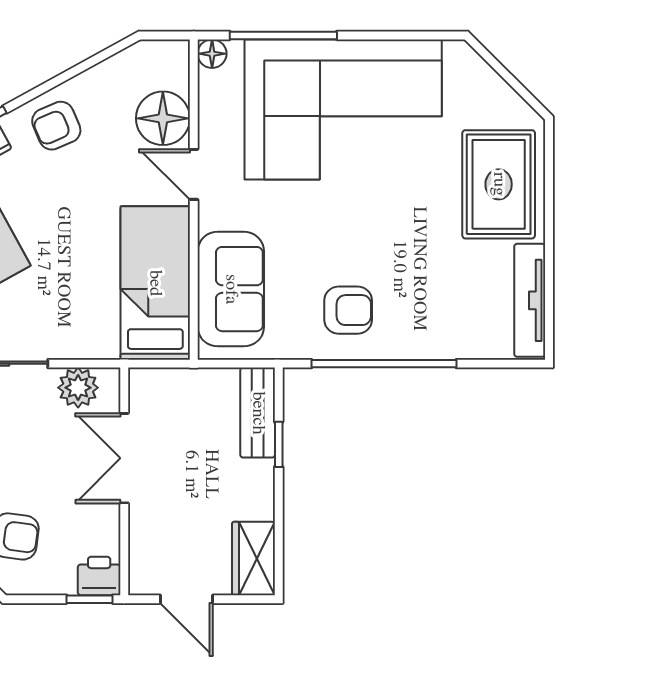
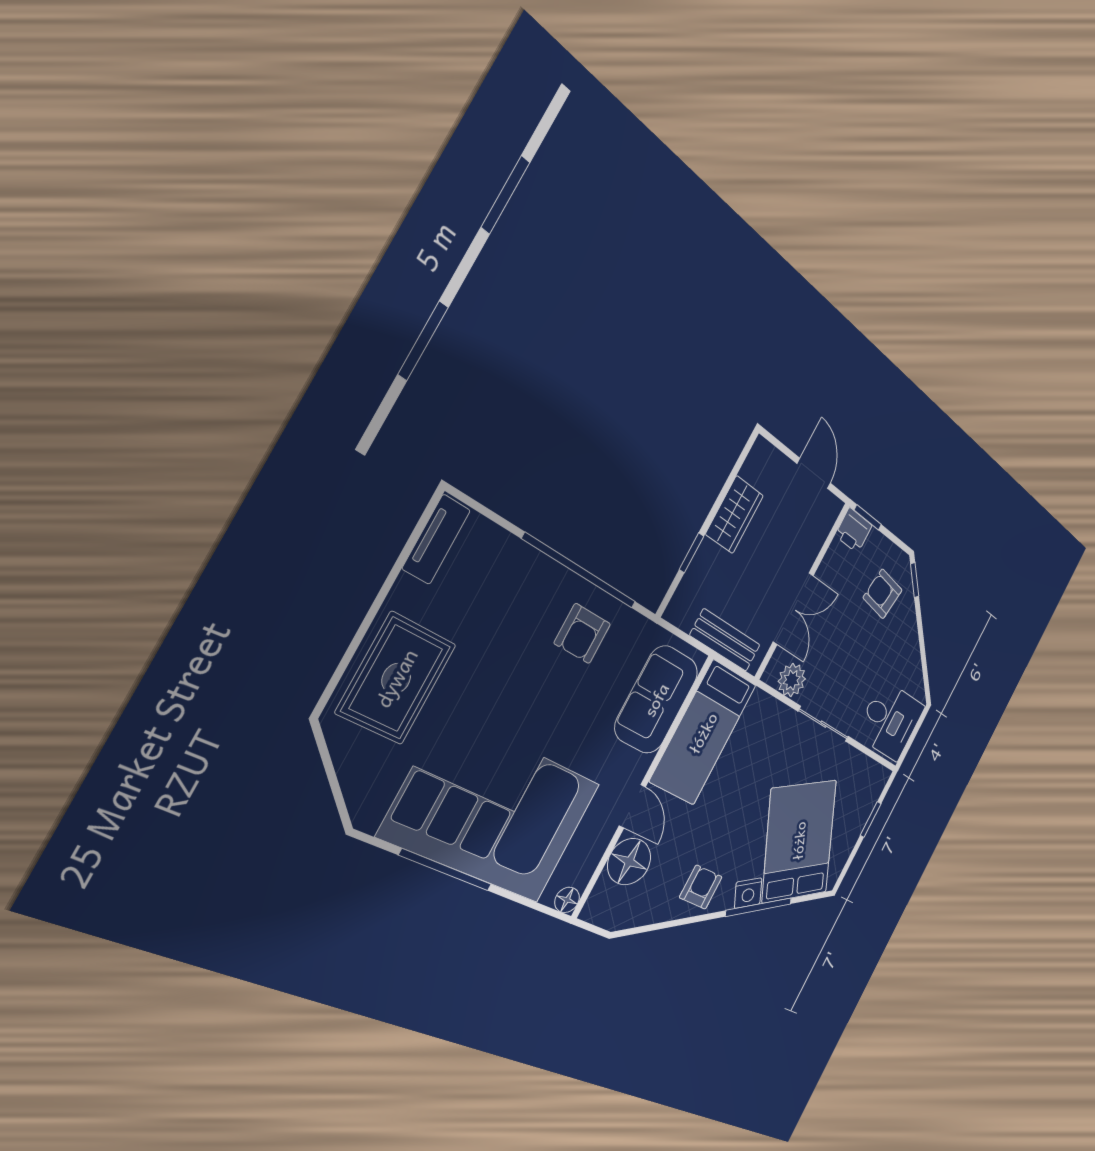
window: (283, 35) -> (446, 870), moved
armchair: (56, 126) -> (701, 887), turned -67
tv unit: (530, 300) -> (436, 539), width x0.71
armchair: (348, 310) -> (582, 634), turned -90
bench: (258, 413) -> (725, 640), moved, turned 90
wardrobe: (253, 558) -> (735, 515), moved

